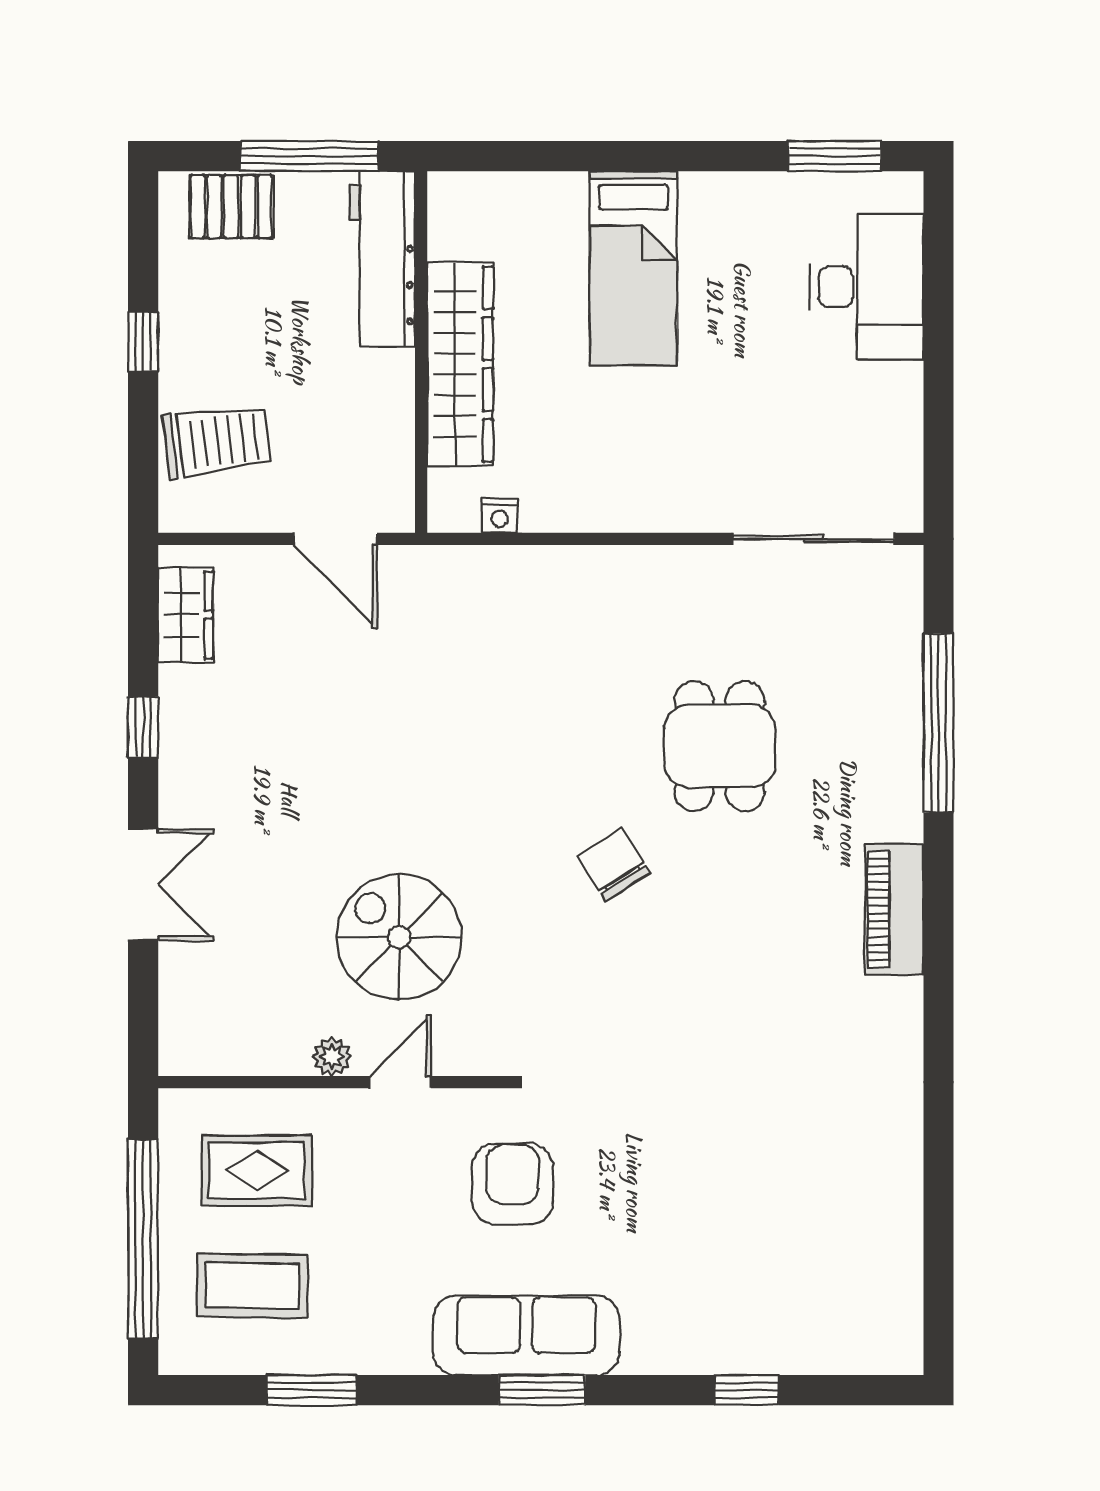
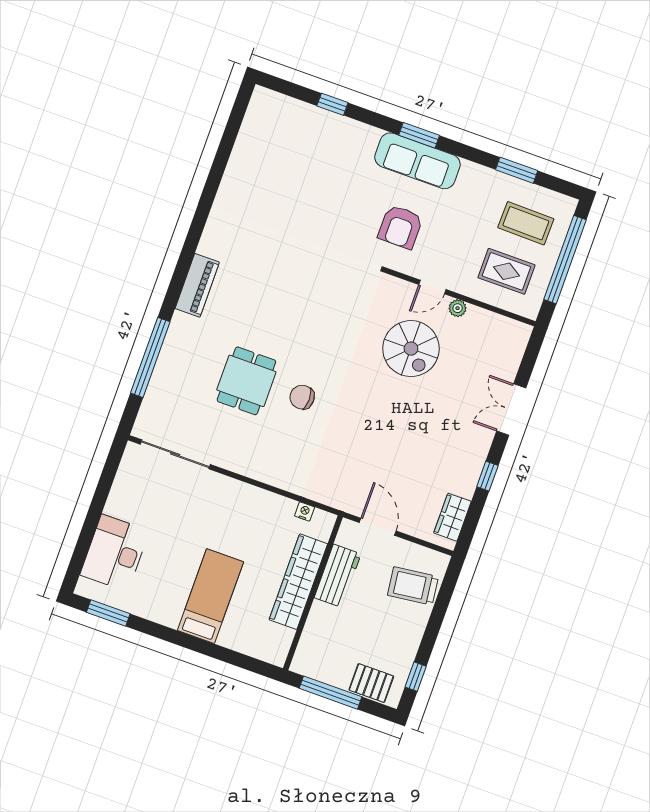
workbench: (382, 259) -> (338, 576), moved, width x0.73
window: (143, 342) -> (416, 677), moved
chair: (614, 864) -> (302, 397), moved, turned 122

